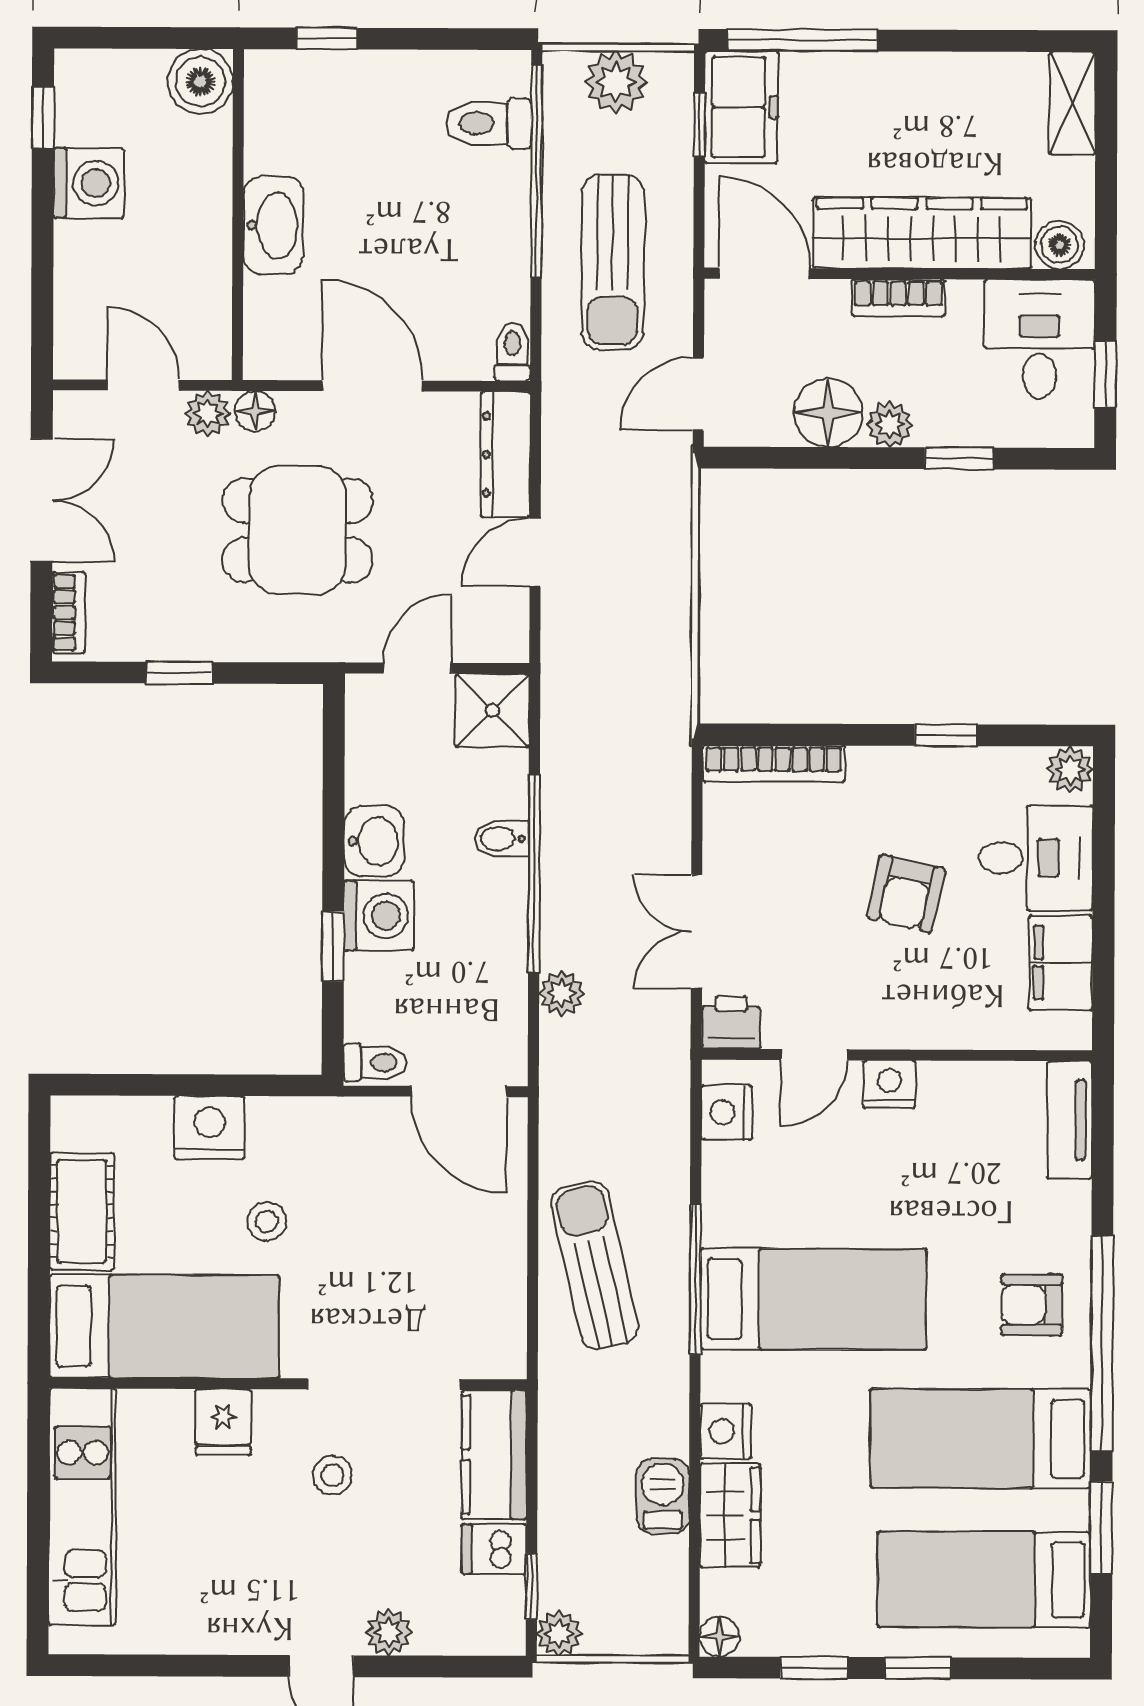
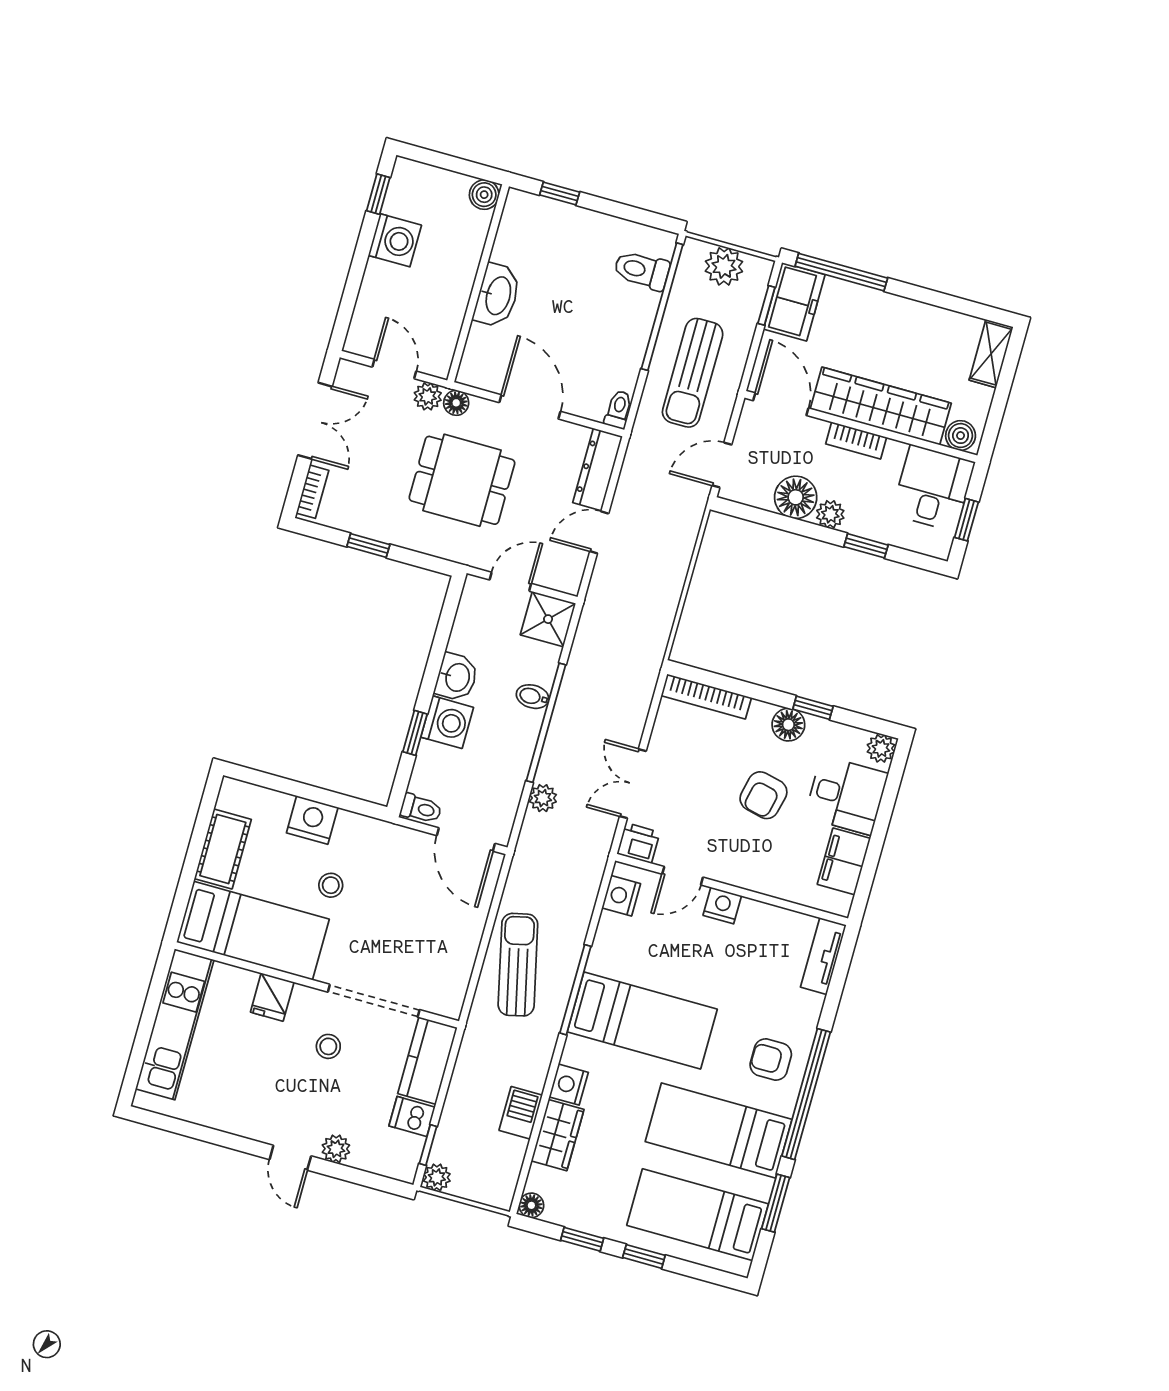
boiler: (200, 82) -> (484, 195), width x0.73, depth x0.73
floor lamp: (915, 772) -> (788, 725), added

